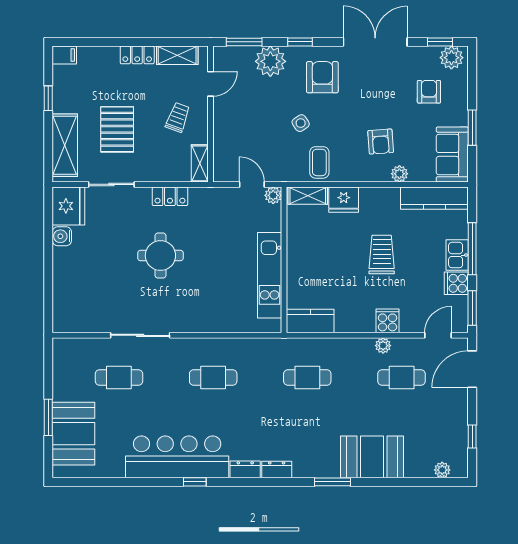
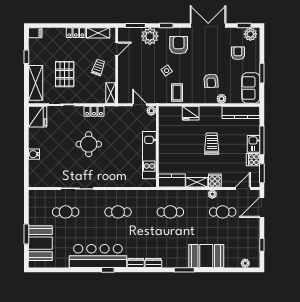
shelving: (308, 196) -> (197, 182), moved
water cooler: (62, 236) -> (34, 154), moved

